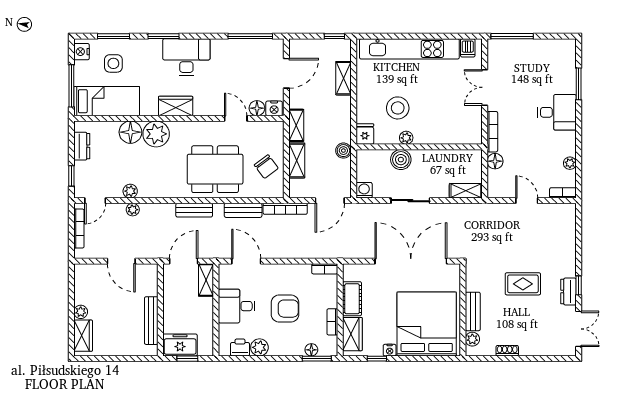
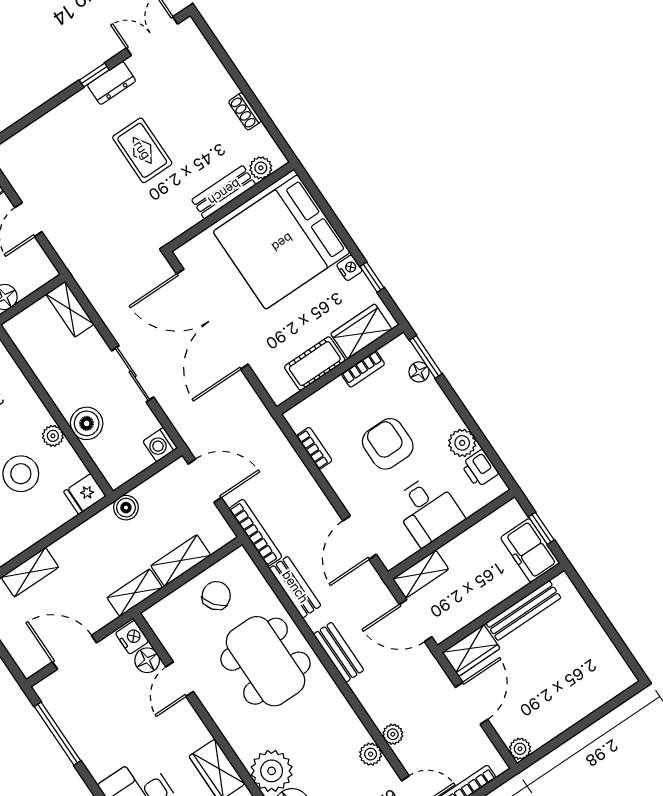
bookcase: (325, 269) -> (314, 448), moved
plant: (81, 312) -> (520, 749), moved
wardrobe: (83, 336) -> (471, 650), moved, turned 180

